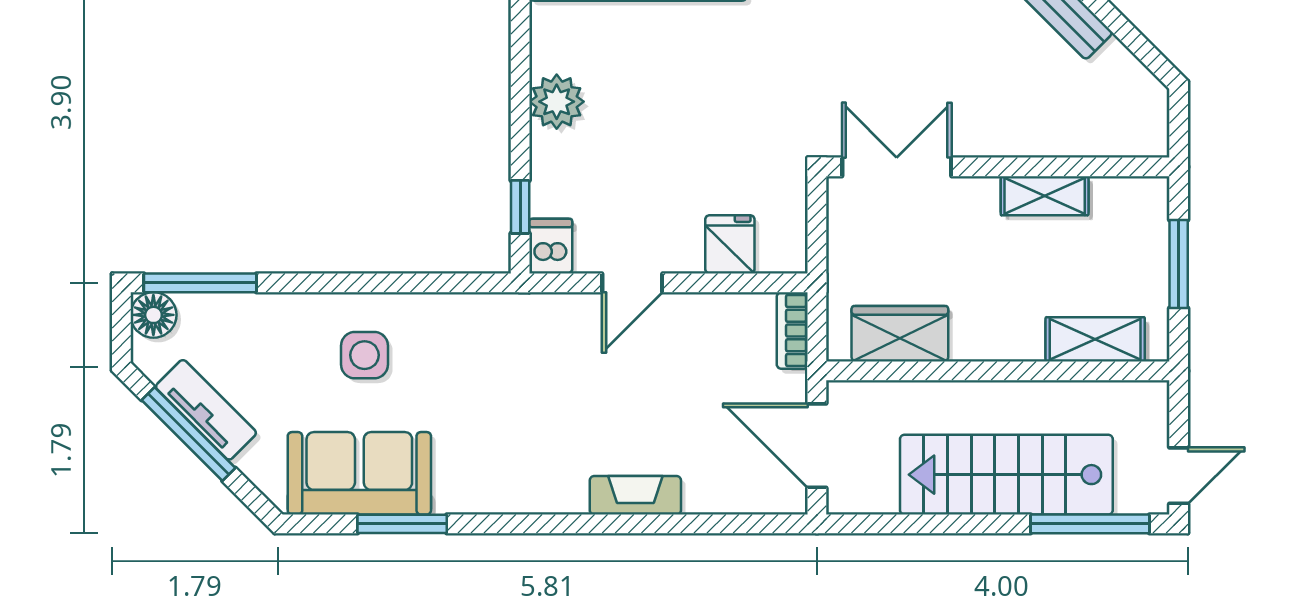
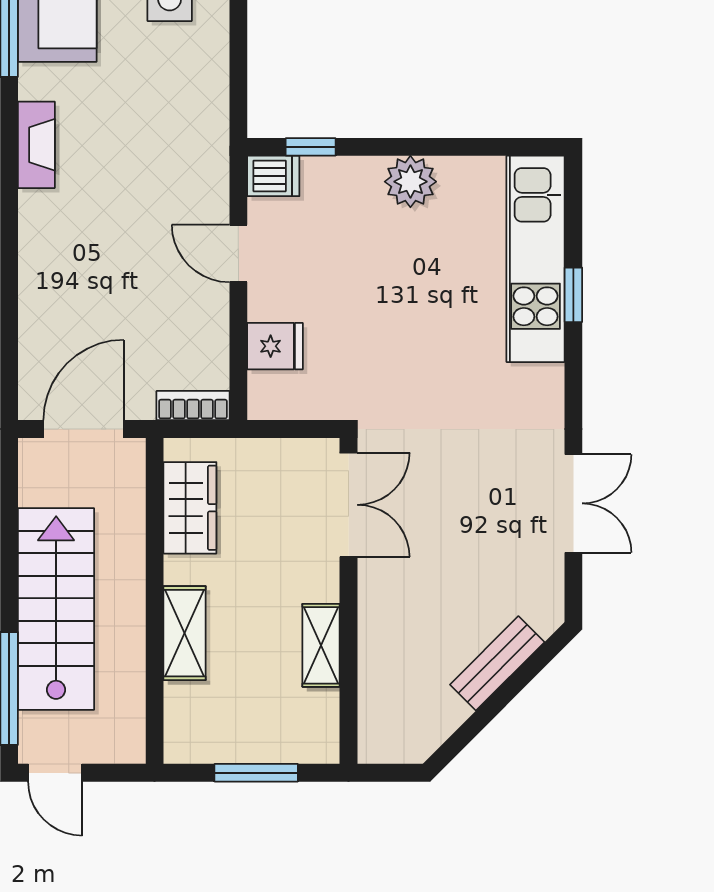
shelving: (1095, 339) -> (185, 633), moved
fireplace: (635, 495) -> (36, 145), moved

